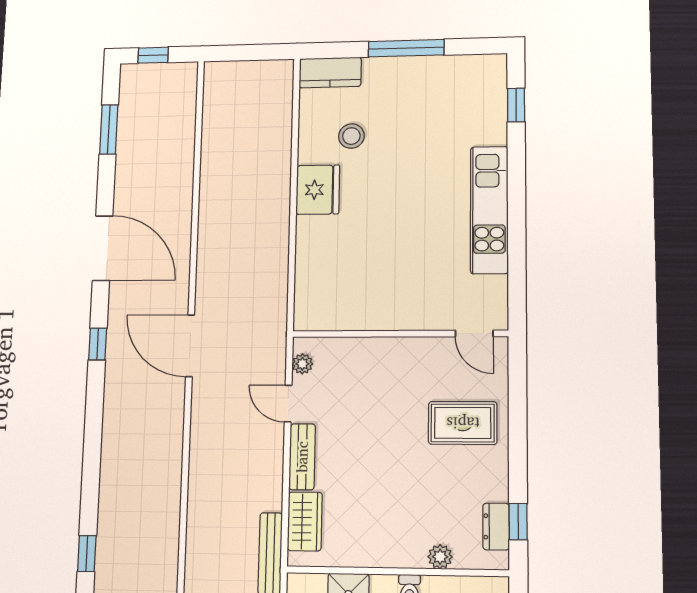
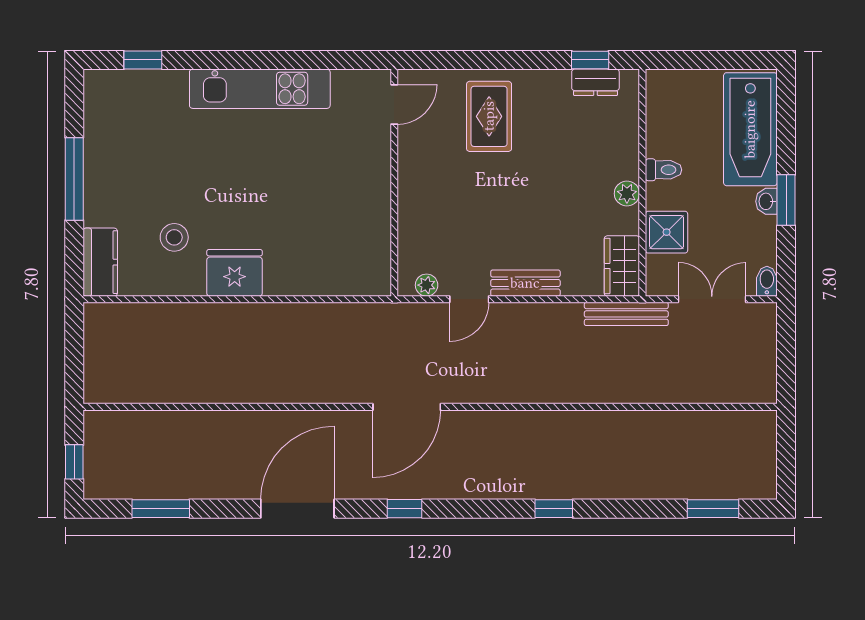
wardrobe: (305, 521) -> (622, 266), moved, turned -90
window: (87, 554) -> (554, 509), moved
plant: (440, 557) -> (627, 194), moved

